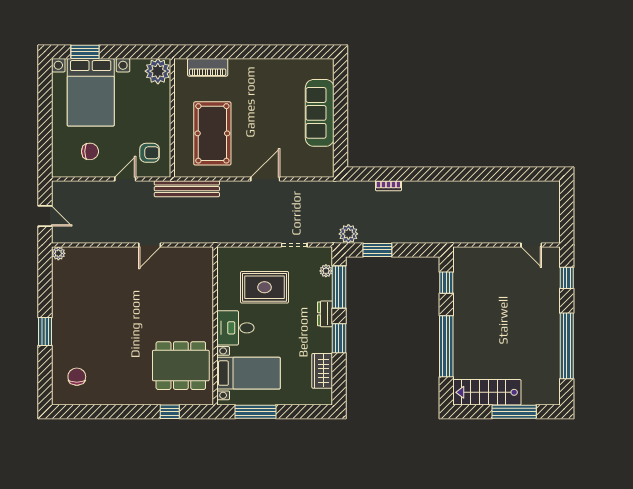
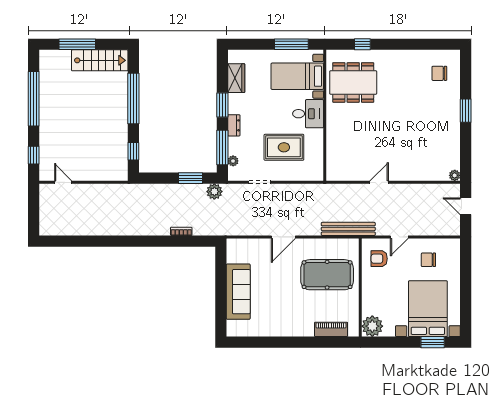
pool table: (212, 133) -> (327, 275), turned 90
chair: (77, 377) -> (439, 73), turned 90

